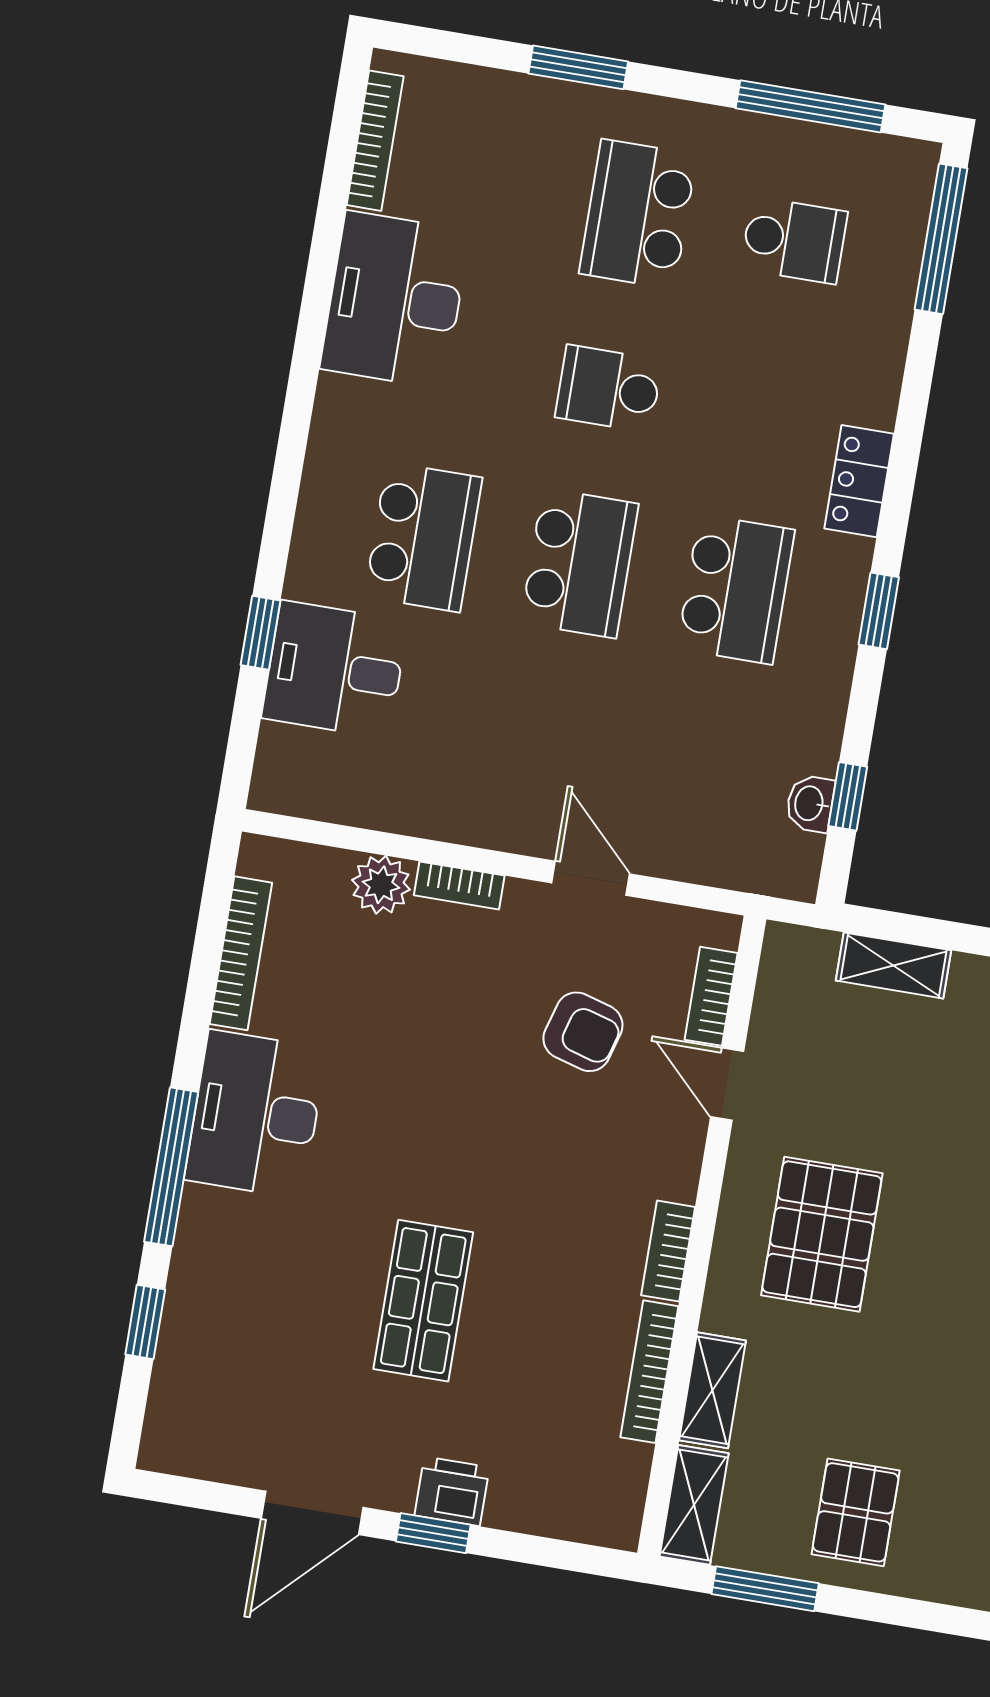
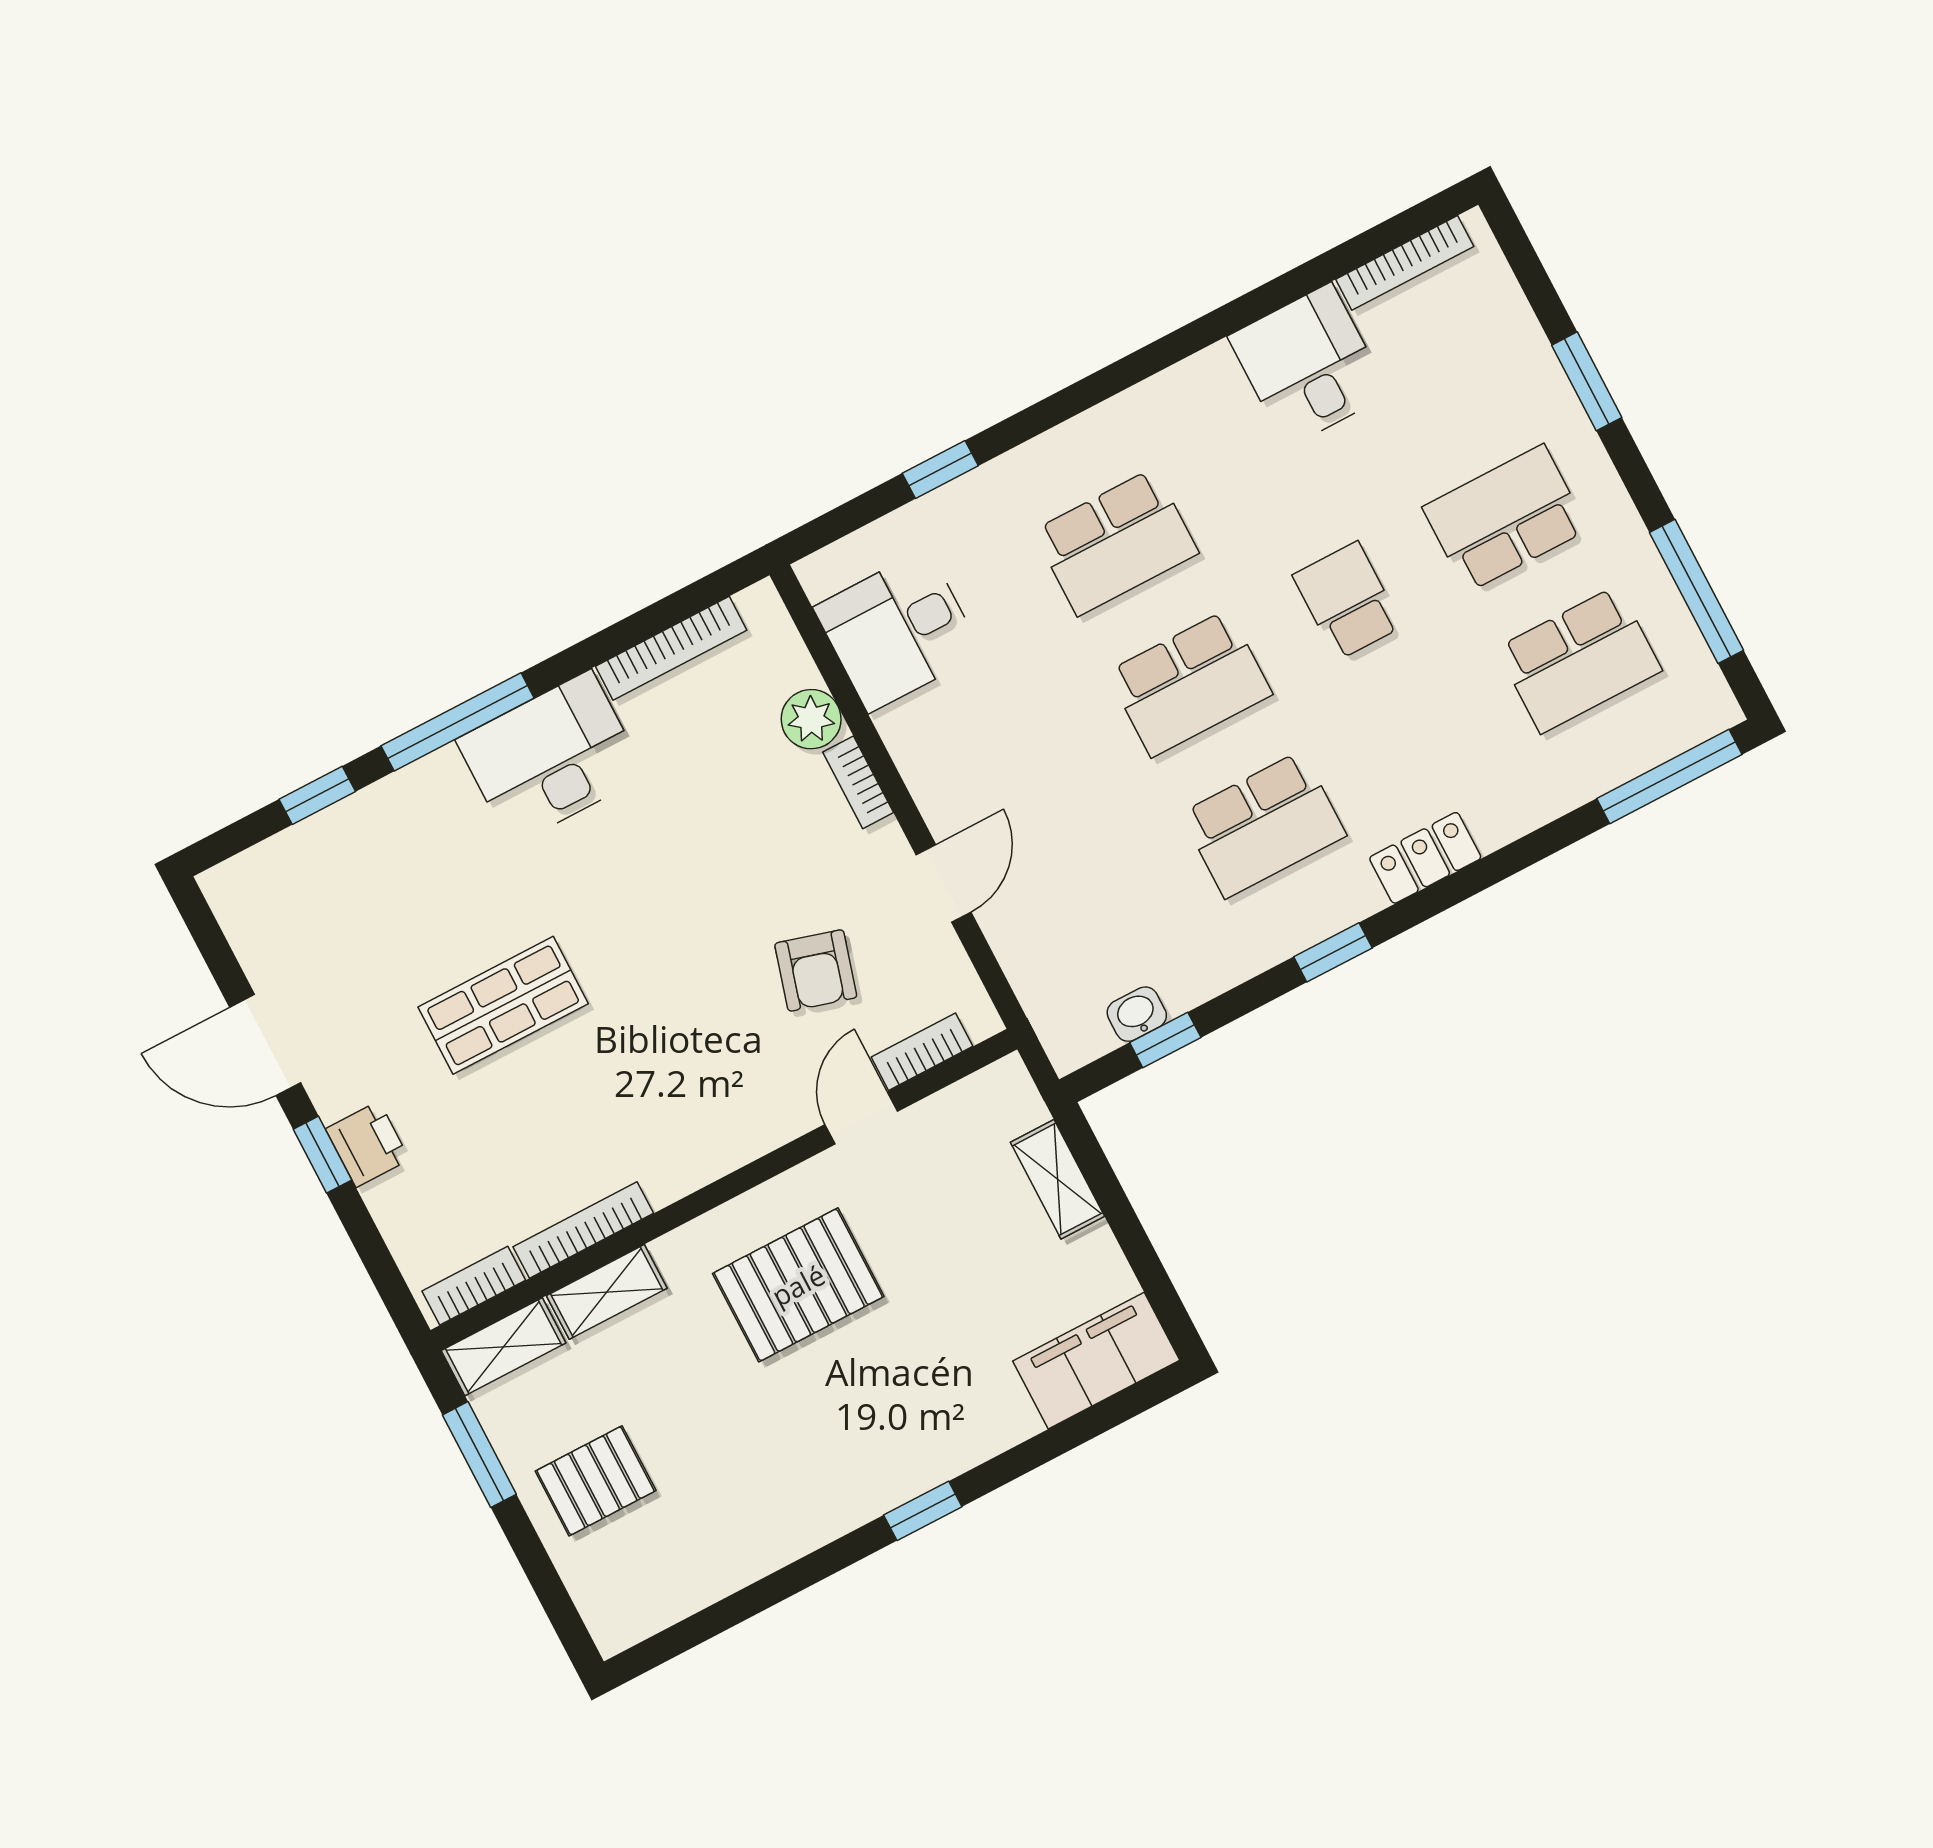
school desk: (794, 240) -> (1579, 660), width x1.85
desk: (395, 300) -> (1309, 365), width x0.73
desk: (335, 669) -> (898, 630), moved, turned -90
bookcase: (668, 1251) -> (474, 1286), moved

